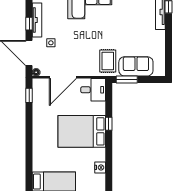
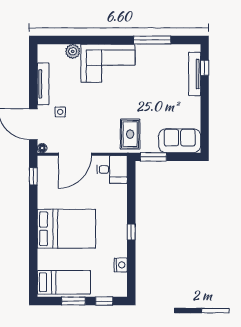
window: (29, 24) -> (33, 88), removed
sofa: (136, 66) -> (180, 141), moved
window: (109, 124) -> (131, 232), moved
bed: (82, 131) -> (66, 229), moved, turned 180

